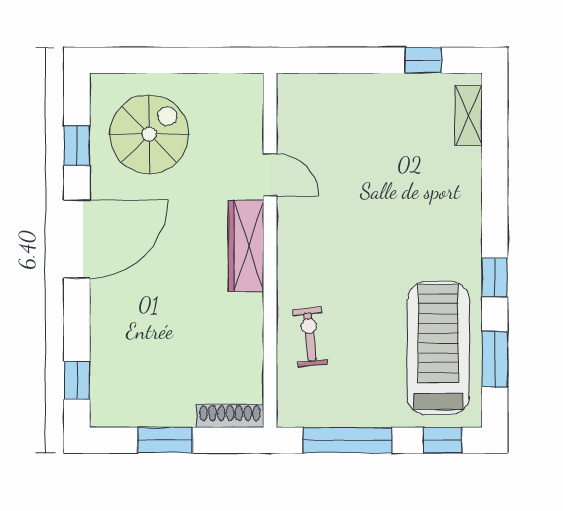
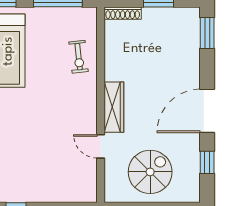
spiral stairs: (149, 134) -> (150, 172), moved, turned 180
window: (77, 380) -> (207, 33), width x1.50

